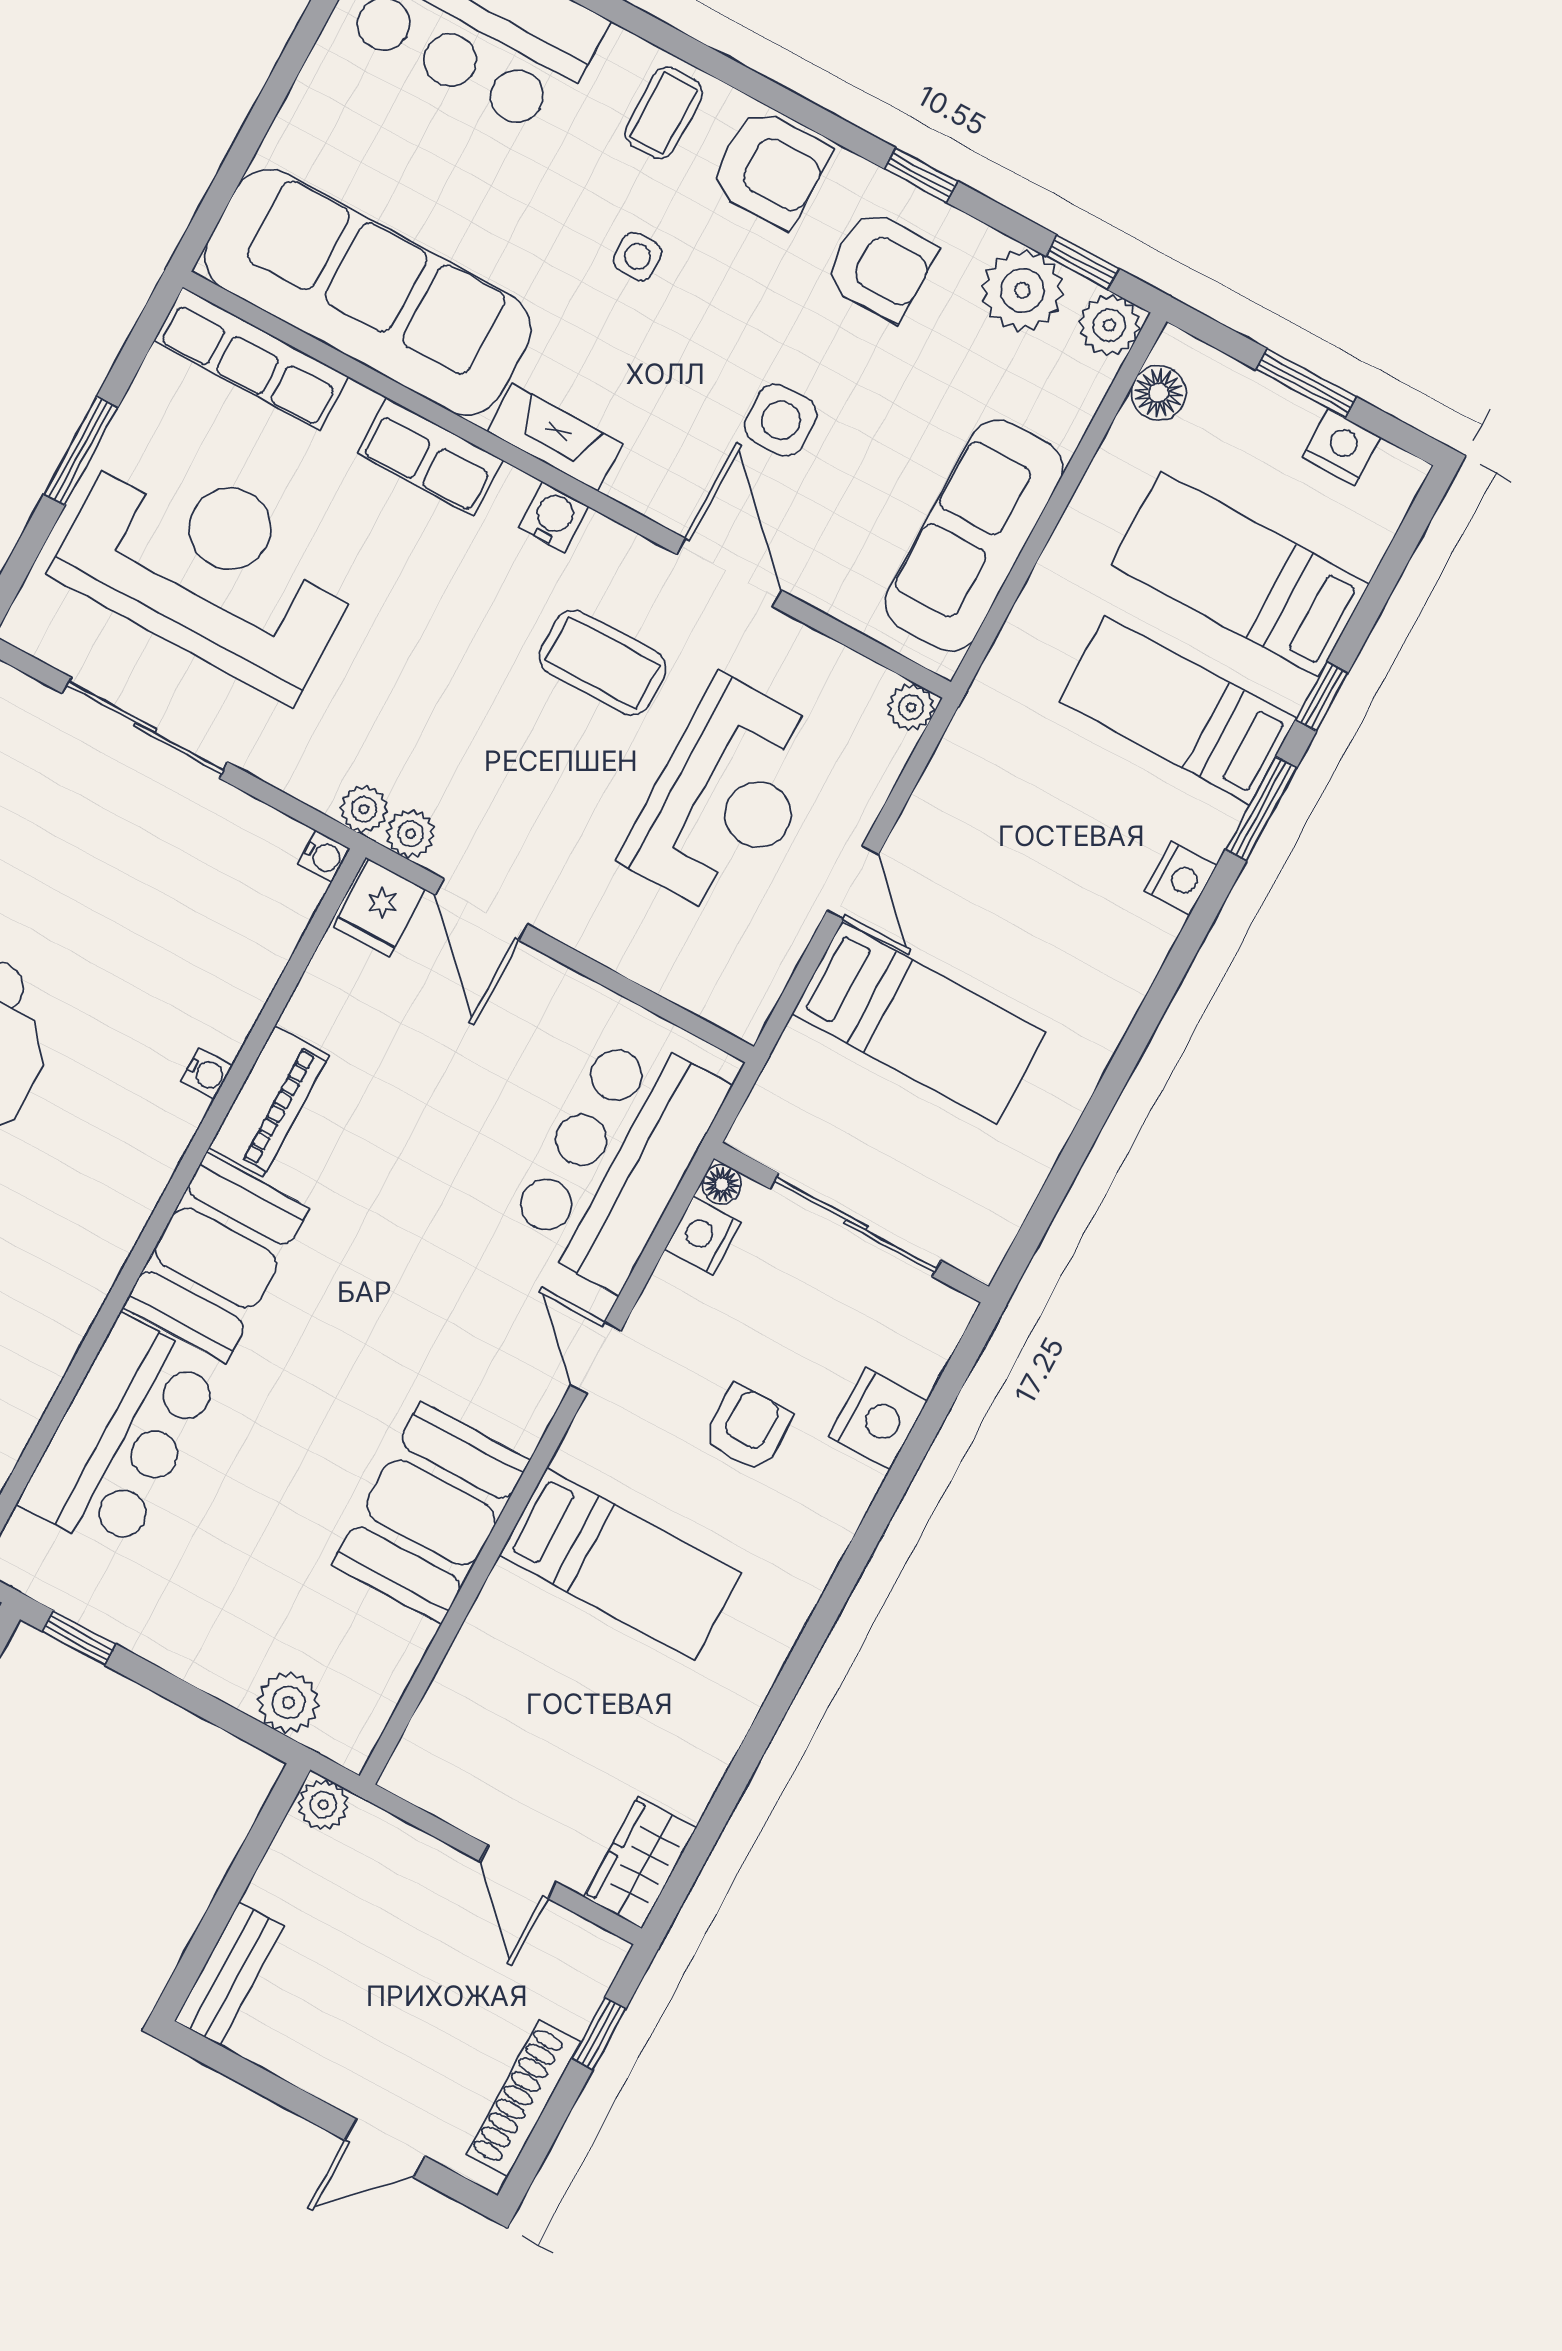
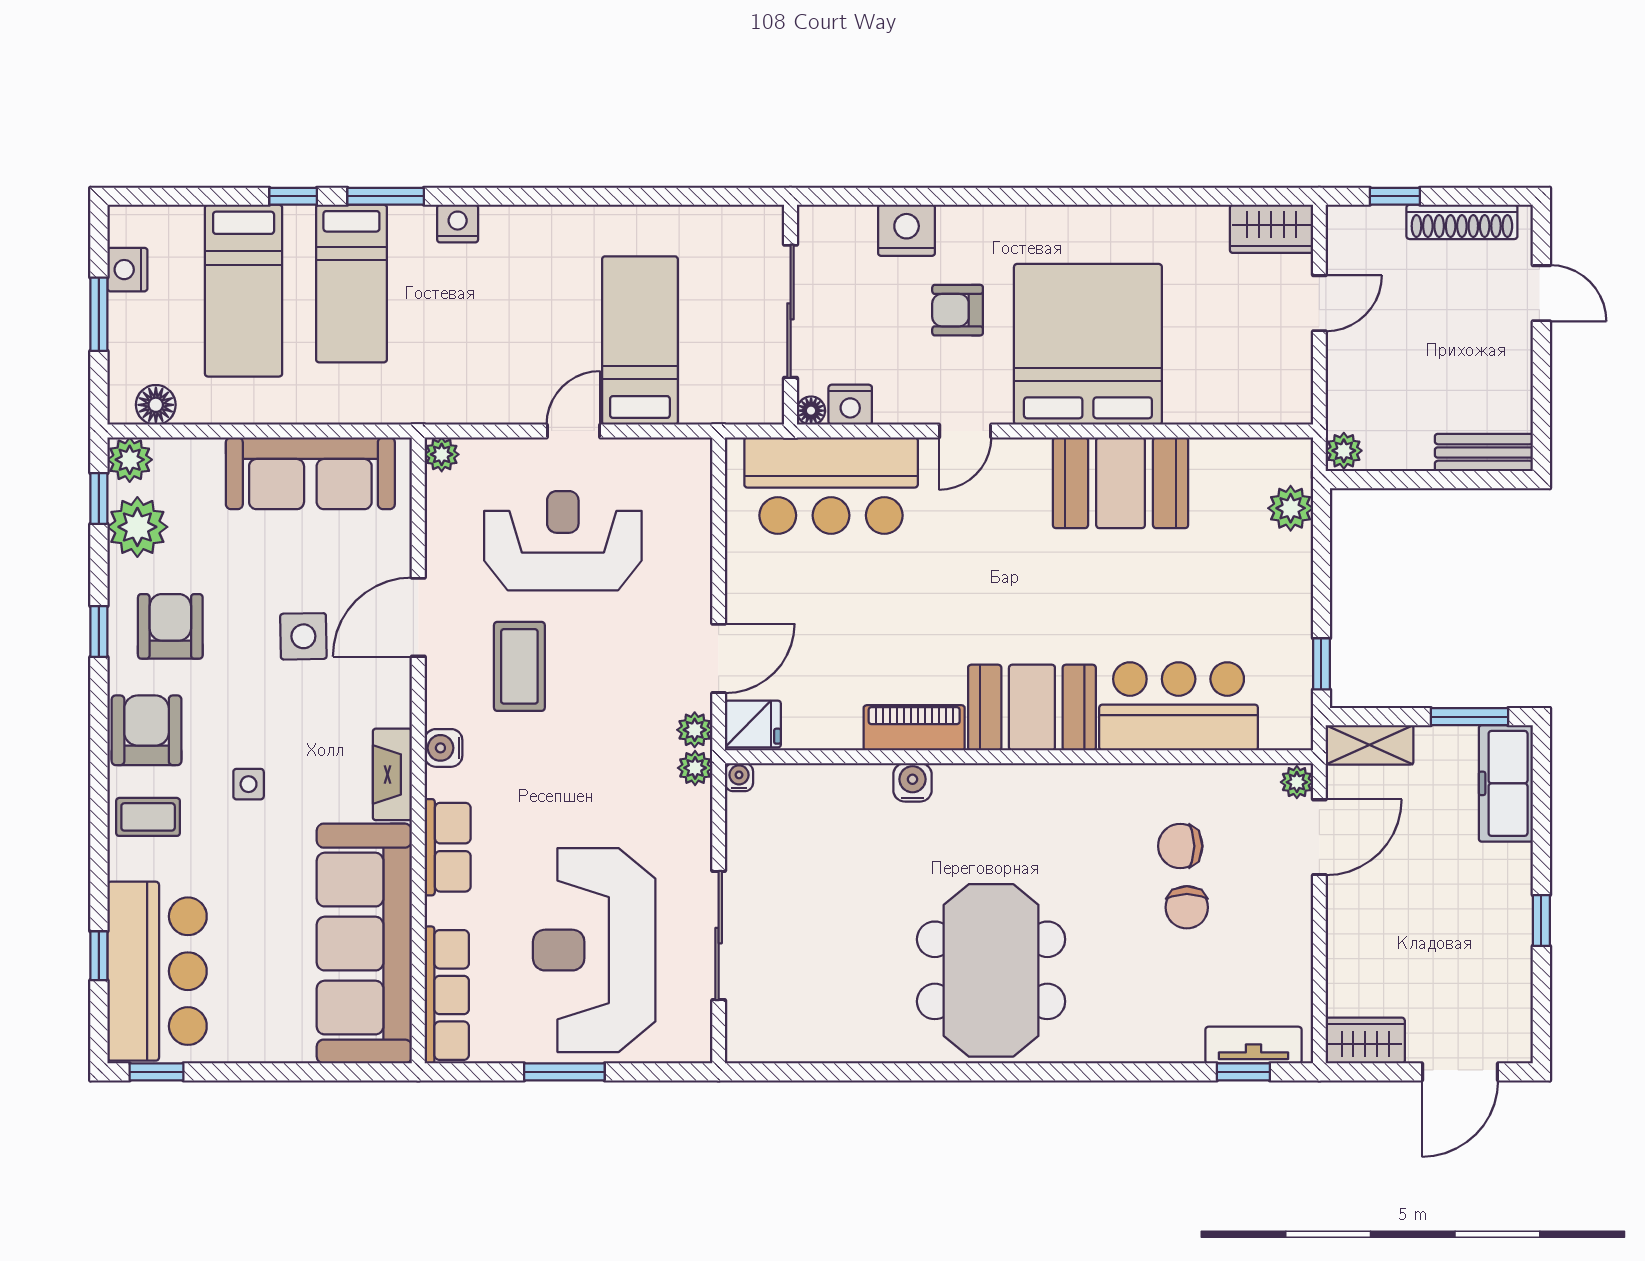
water cooler: (207, 1074) -> (912, 782), width x1.38, depth x1.38
bed: (620, 1564) -> (1088, 344), width x2.04

